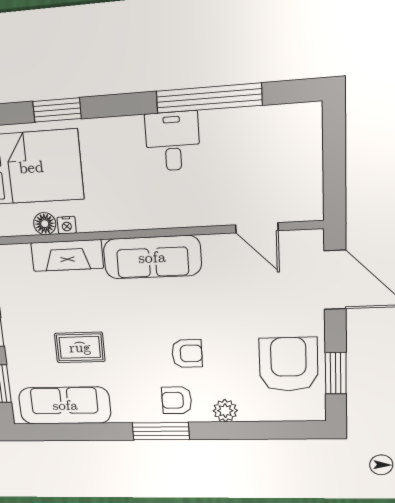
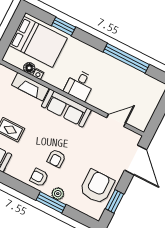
desk: (173, 141) -> (80, 85), moved, turned 180
door: (257, 228) -> (116, 120), swing flipped
armchair: (187, 354) -> (56, 158), turned 90
window: (161, 431) -> (51, 202), moved

